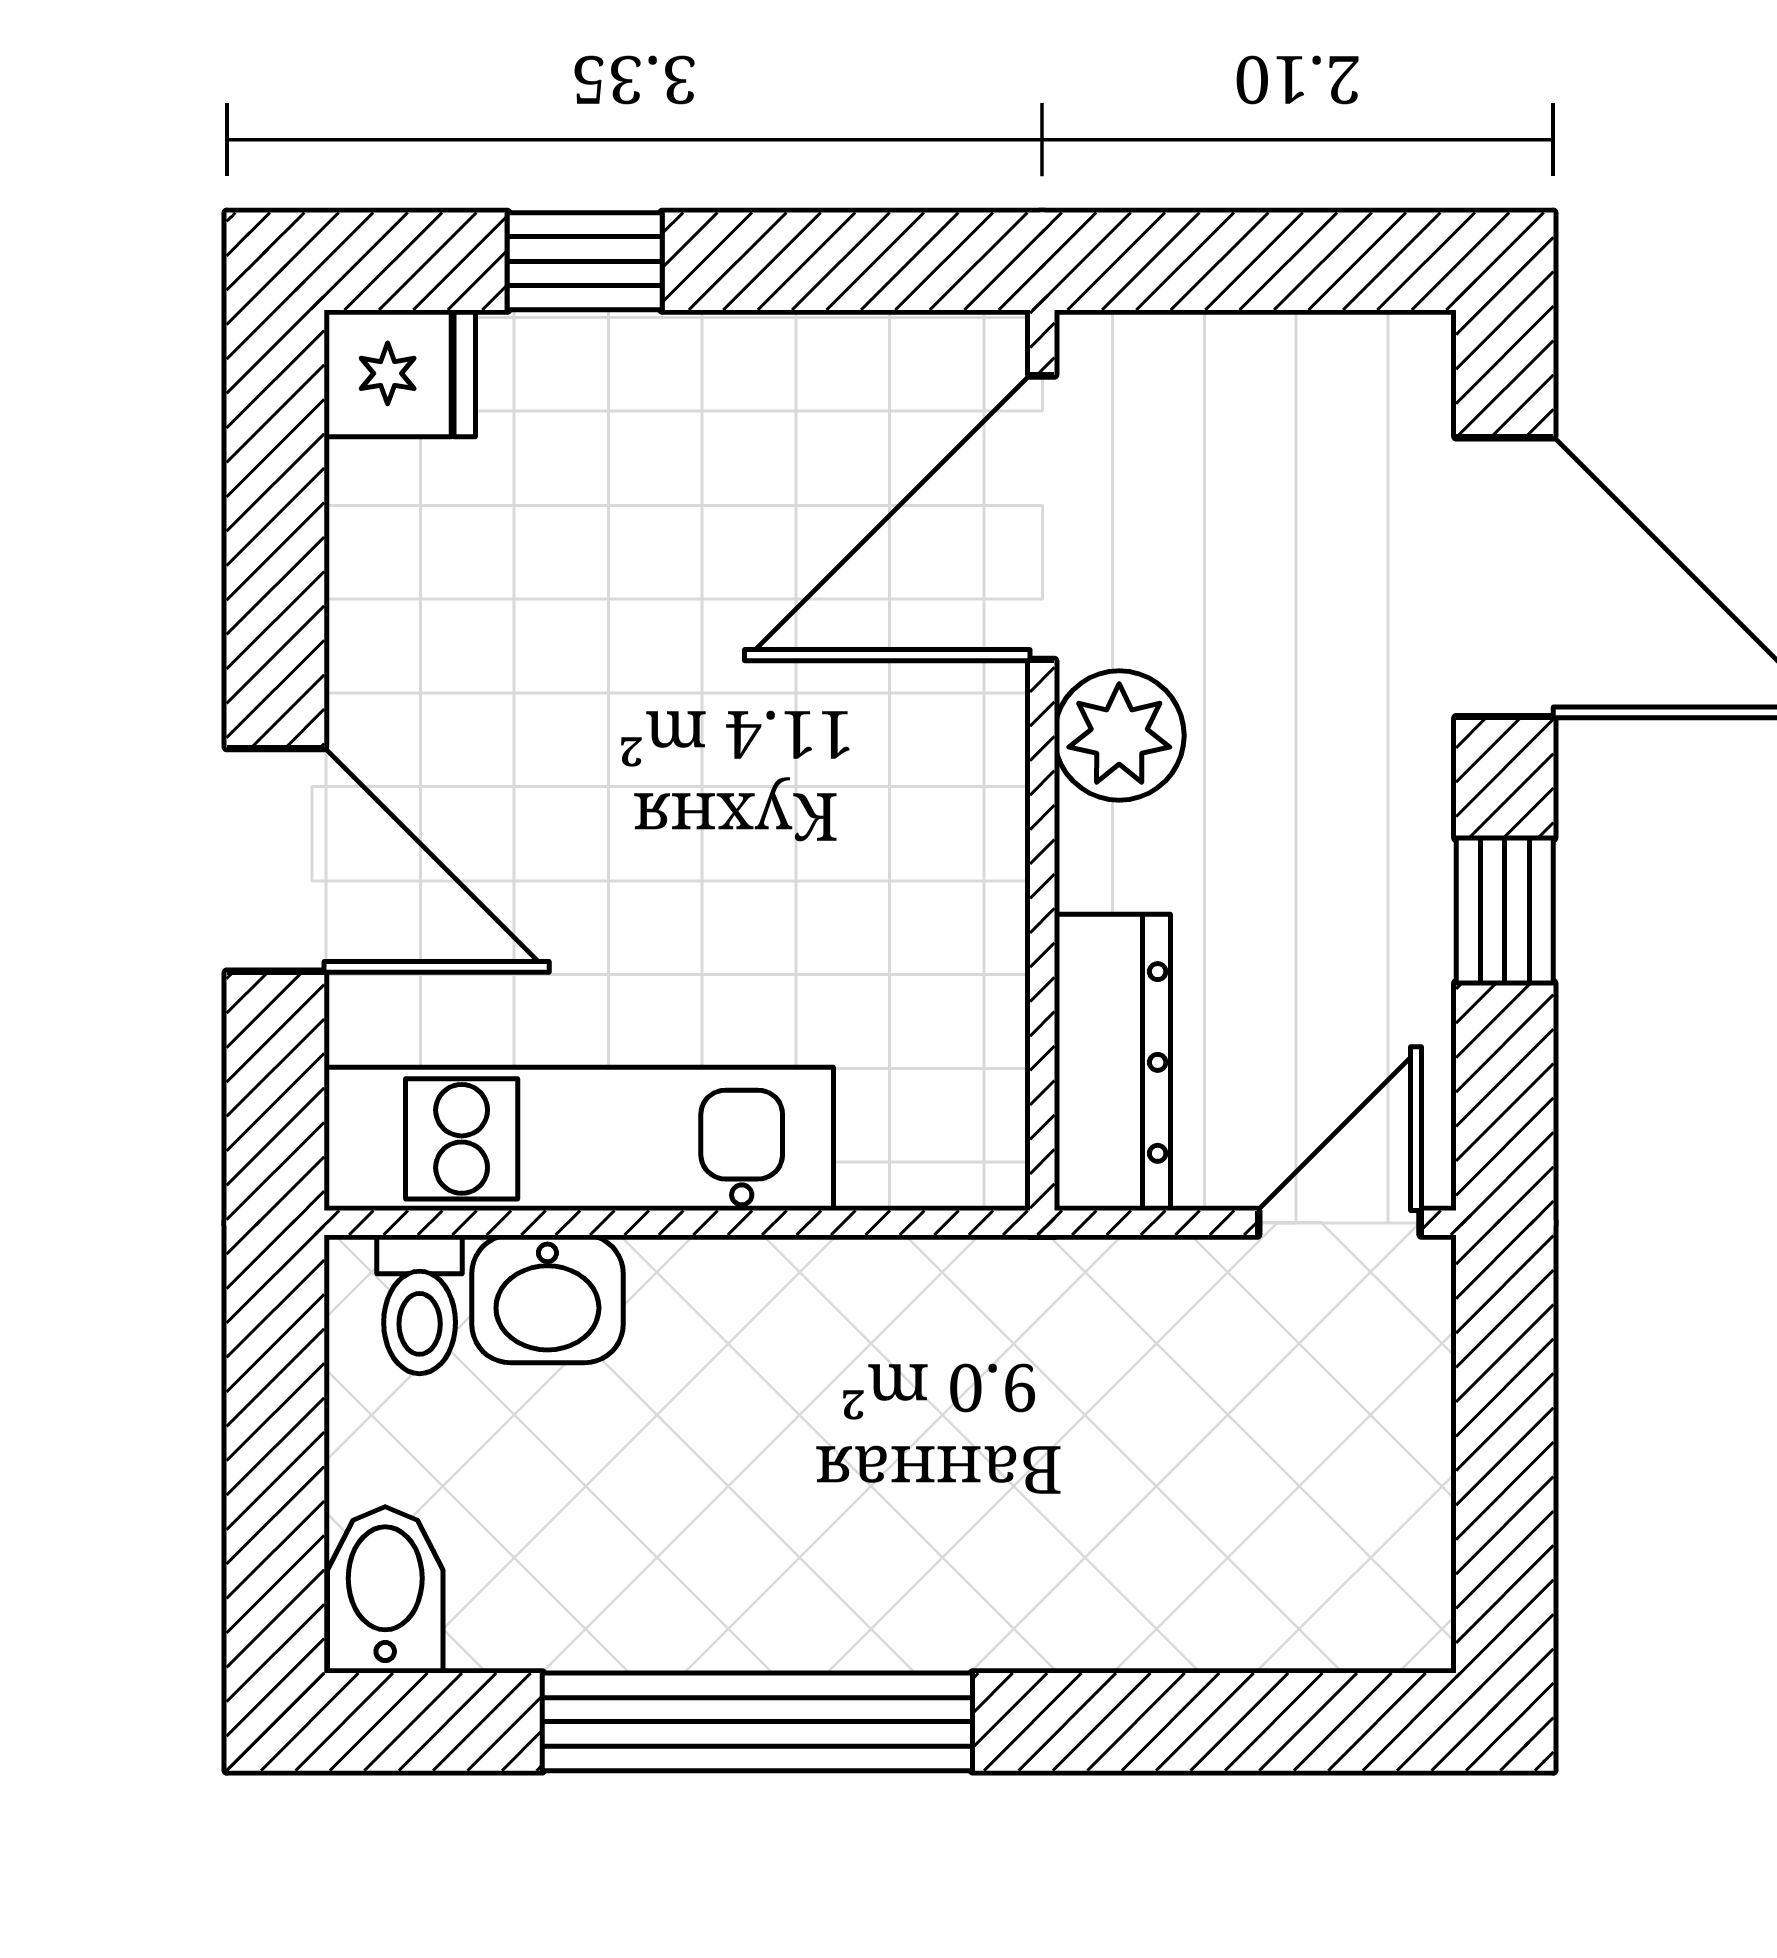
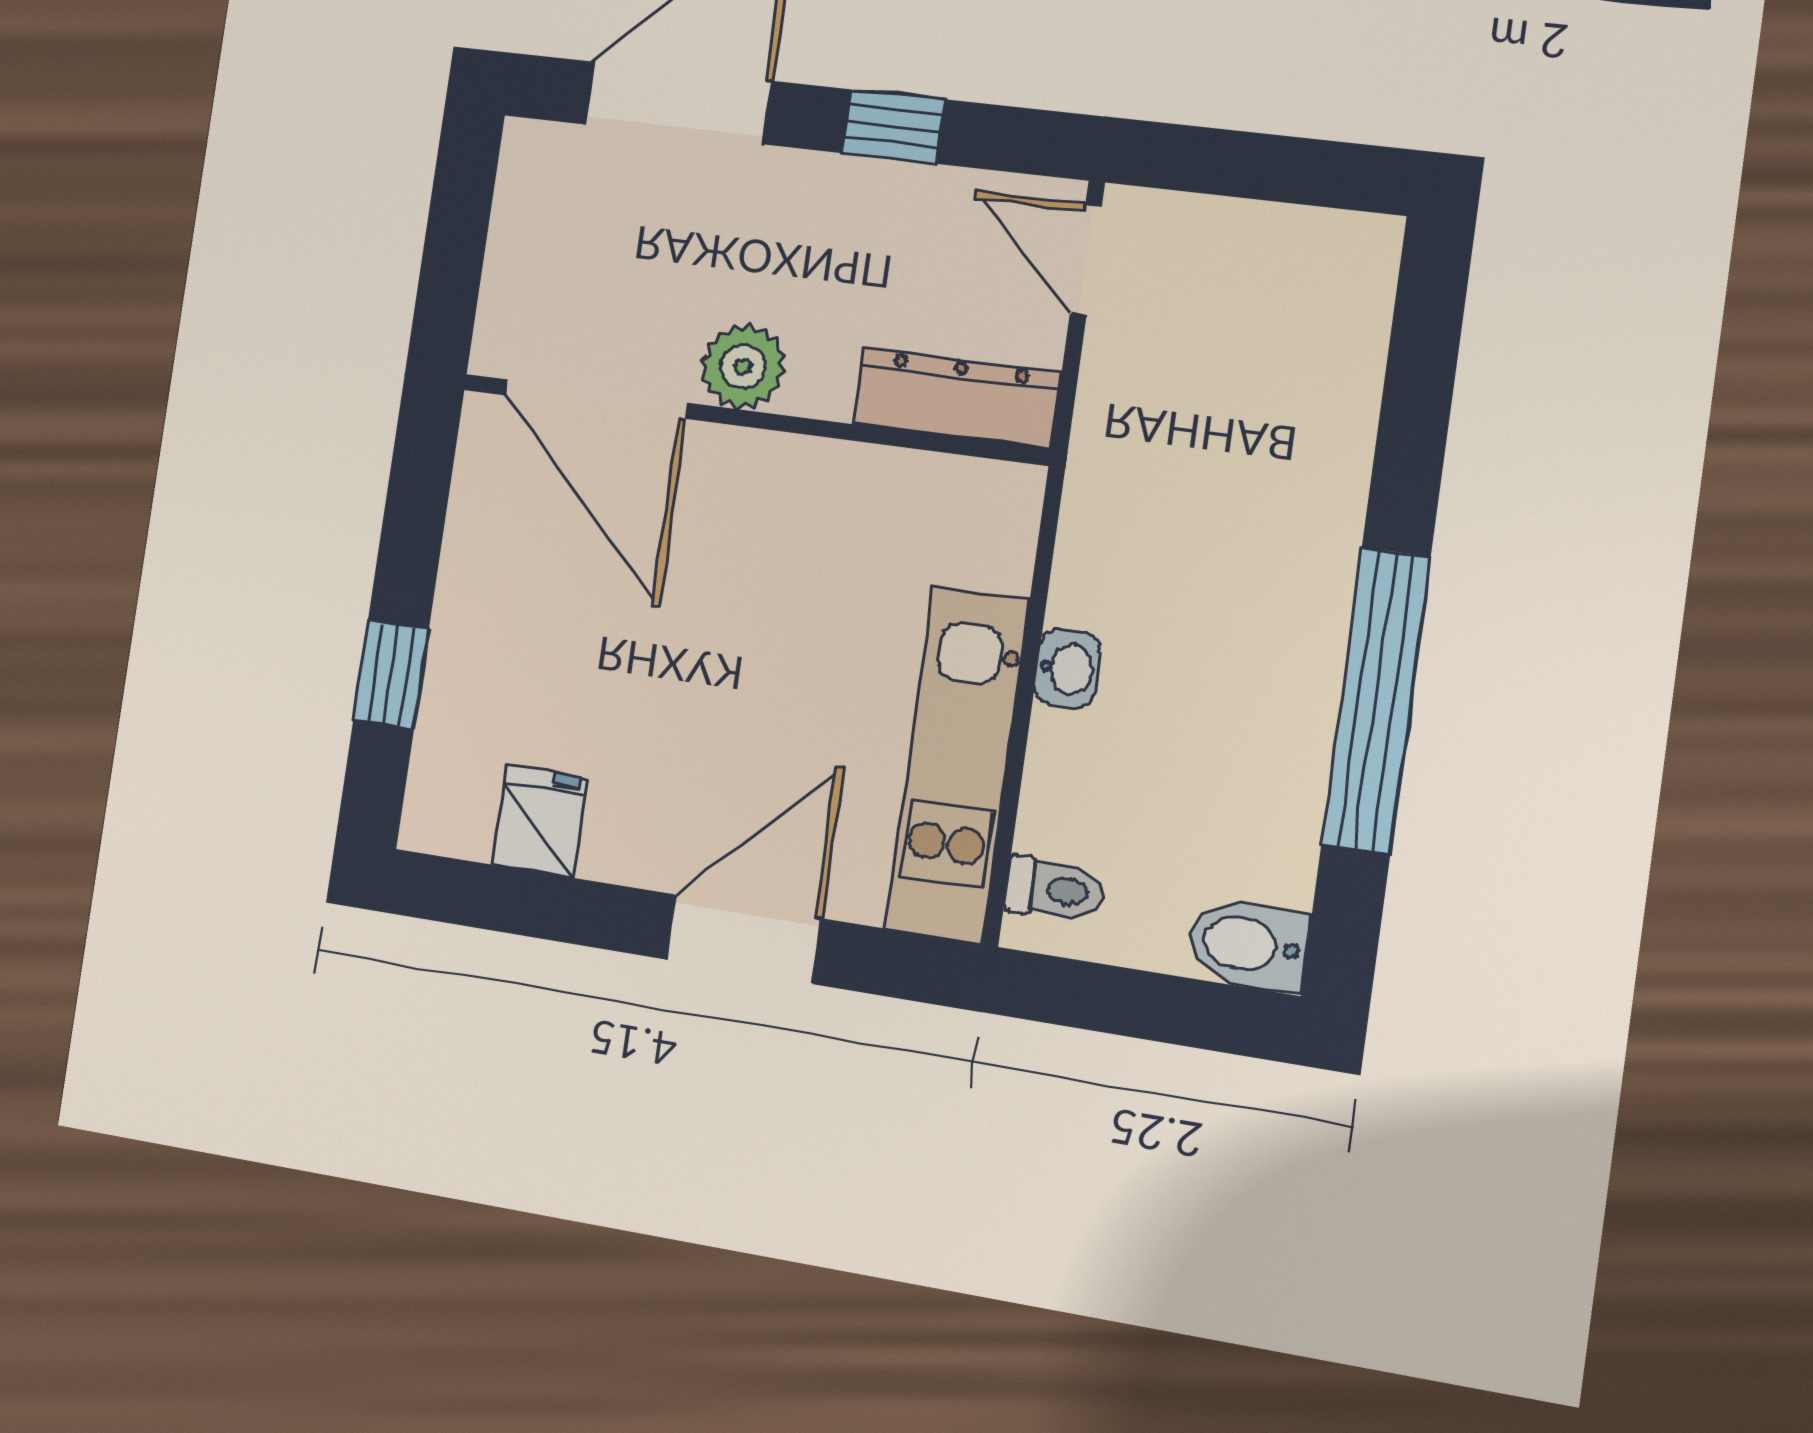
fridge: (400, 373) -> (540, 821), moved
washbasin: (547, 1299) -> (1068, 669), moved, width x0.72, depth x0.69

